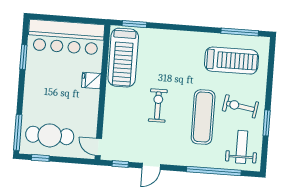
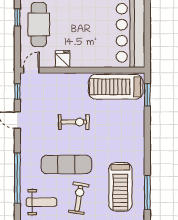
fridge: (91, 81) -> (62, 59), moved

